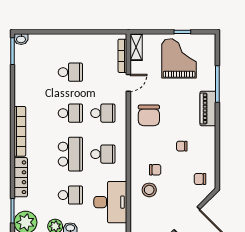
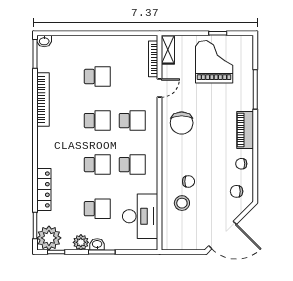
piano: (208, 109) -> (245, 130), moved
bookcase: (20, 131) -> (43, 99), moved
chair: (182, 146) -> (241, 164), moved
school desk: (70, 154) -> (97, 165), width x0.54

